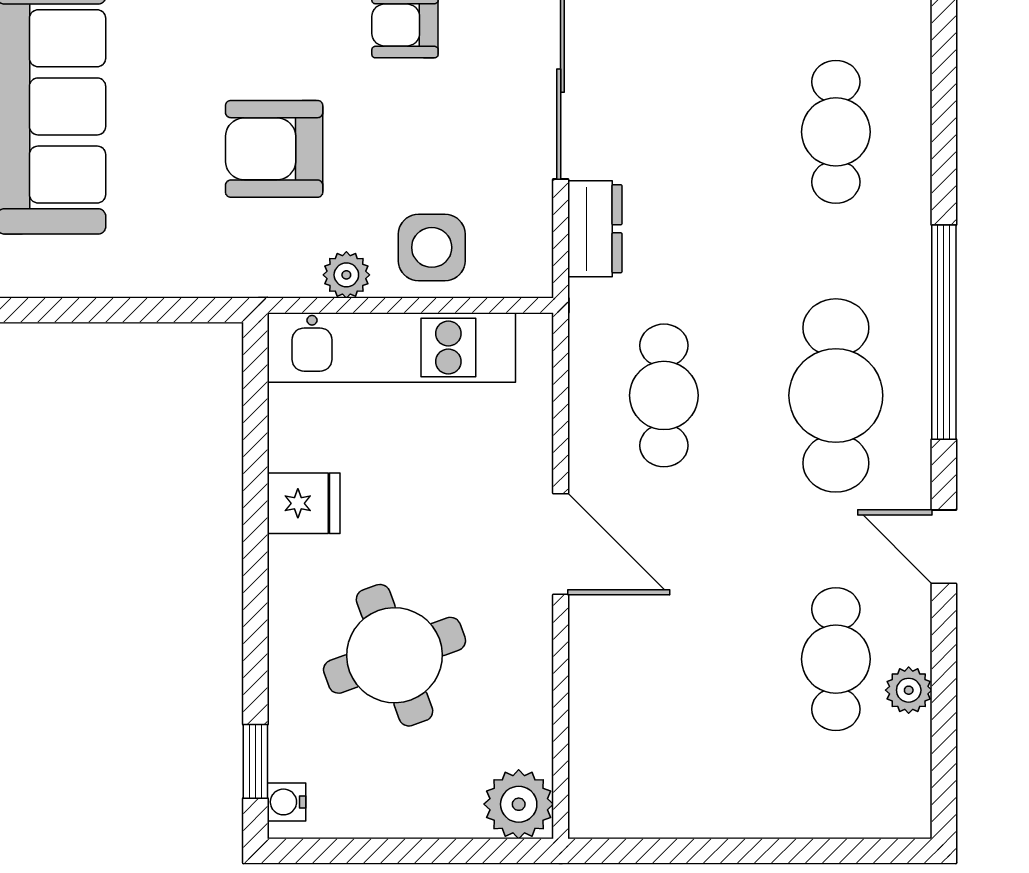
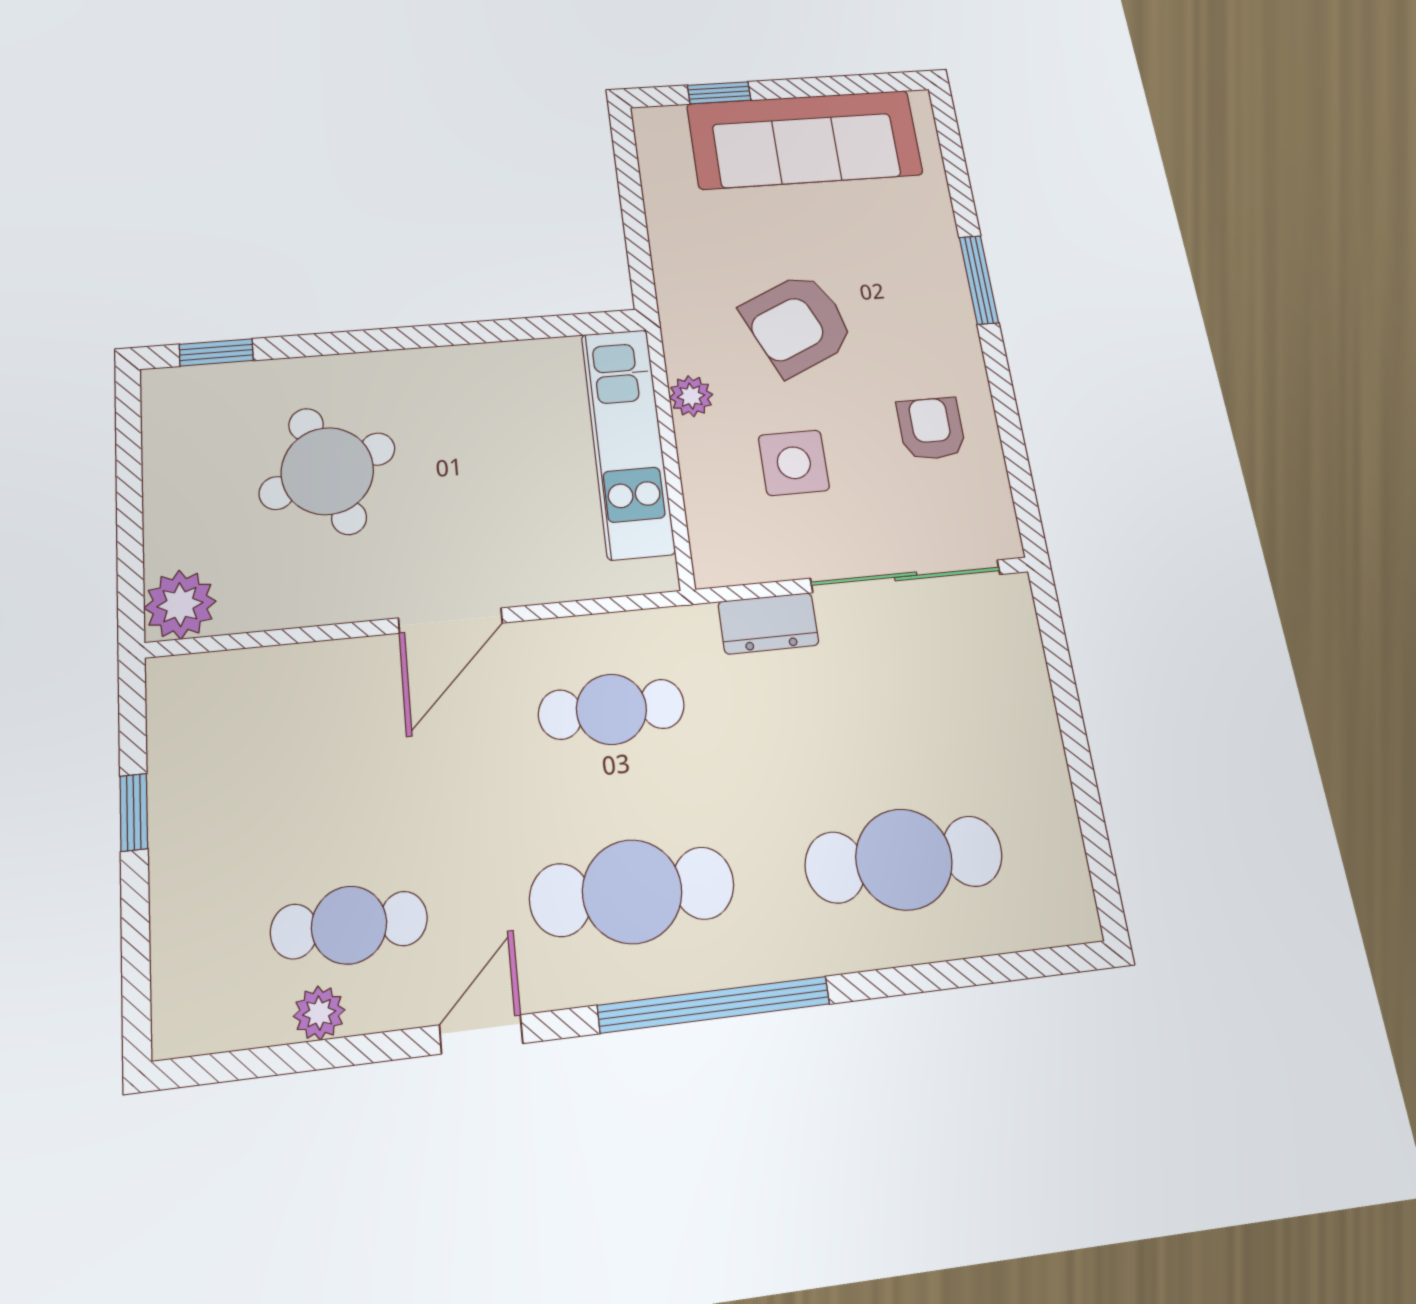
cafe table: (836, 132) -> (904, 859), width x1.37, depth x1.35
armchair: (274, 149) -> (798, 324), turned -114
side table: (432, 247) -> (794, 463), moved
fridge: (304, 503) -> (470, 376), removed
water cooler: (287, 802) -> (177, 384), removed
window: (713, 851) -> (134, 812), added

